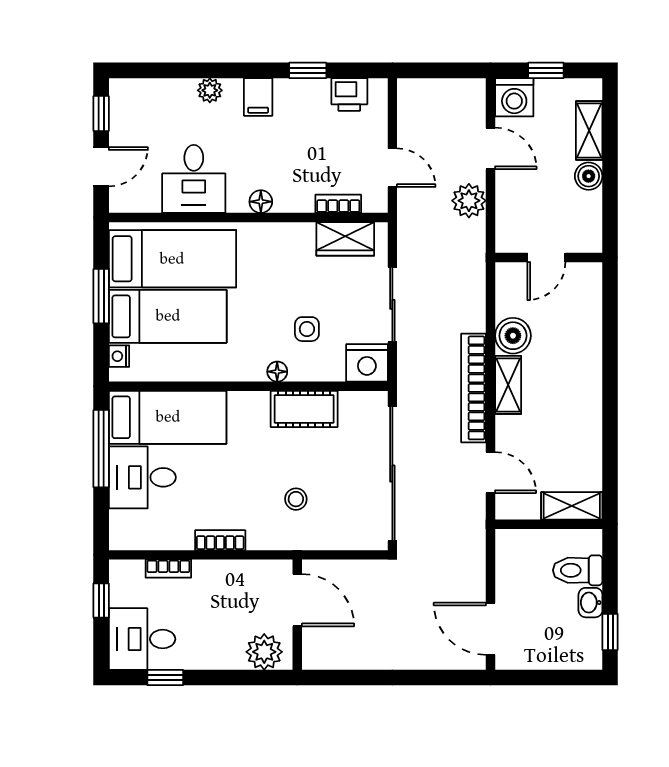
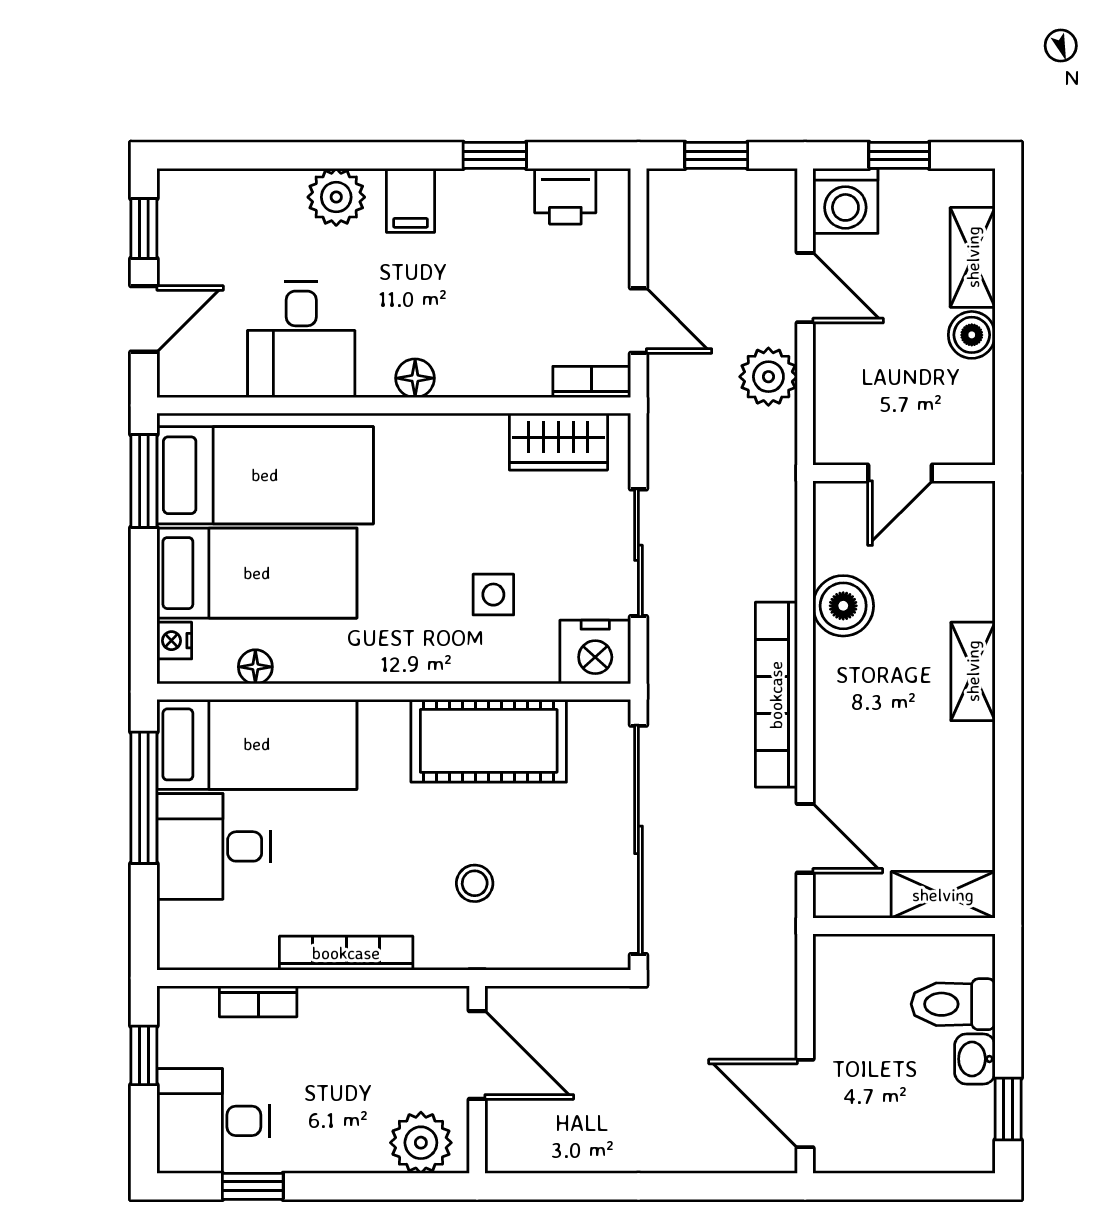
window: (438, 70) -> (716, 155), added
plant: (210, 90) -> (336, 197), width x1.38, depth x1.38
bookcase: (338, 204) -> (592, 382), moved
window: (101, 296) -> (144, 481), moved
floor lamp: (277, 372) -> (255, 667), moved
shelving: (508, 385) -> (973, 671), moved
cot: (304, 409) -> (489, 741), width x1.37, depth x1.34
bookcase: (220, 540) -> (346, 953), width x1.56

